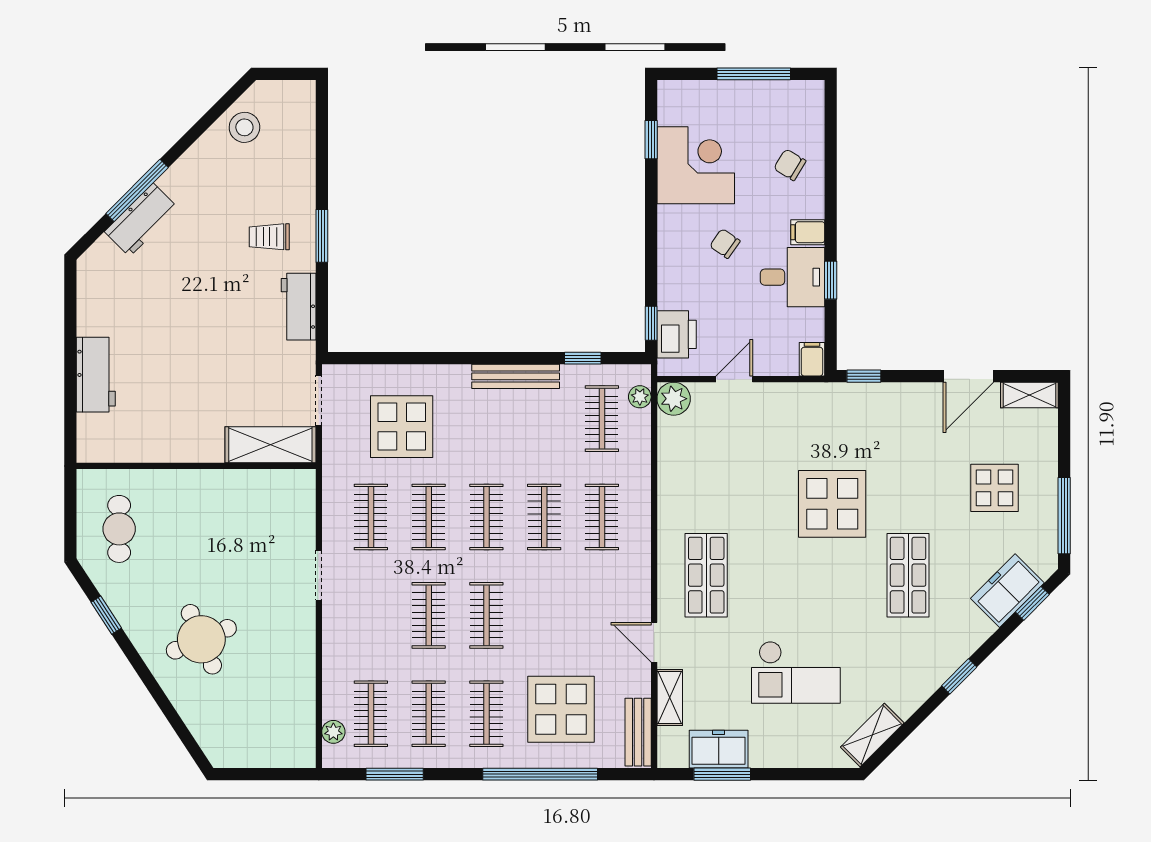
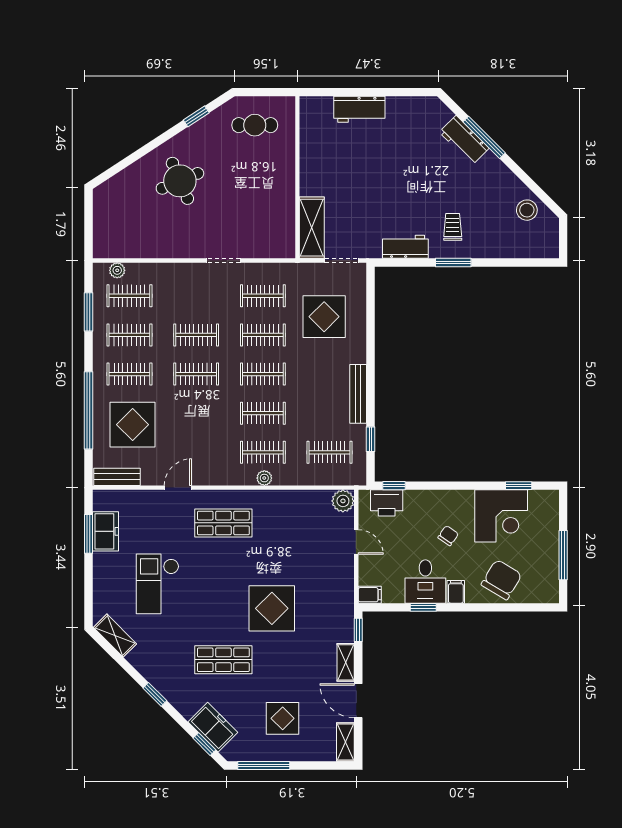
chair: (790, 165) -> (502, 580), width x1.87, depth x1.87
plant: (640, 397) -> (264, 478), moved
shelving: (670, 698) -> (346, 662), moved, turned 90

